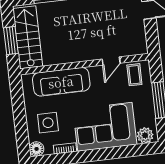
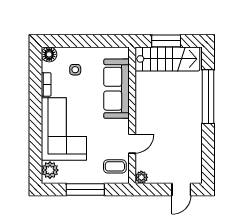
plant: (142, 49) -> (141, 177), added
door: (111, 61) -> (132, 144), swing flipped
side table: (48, 123) -> (75, 70), width x0.54, depth x0.54

